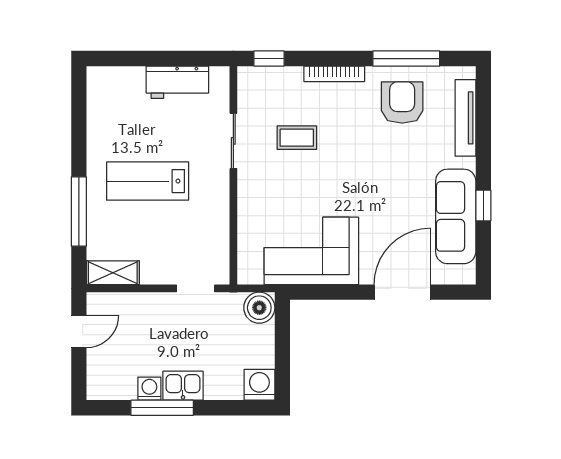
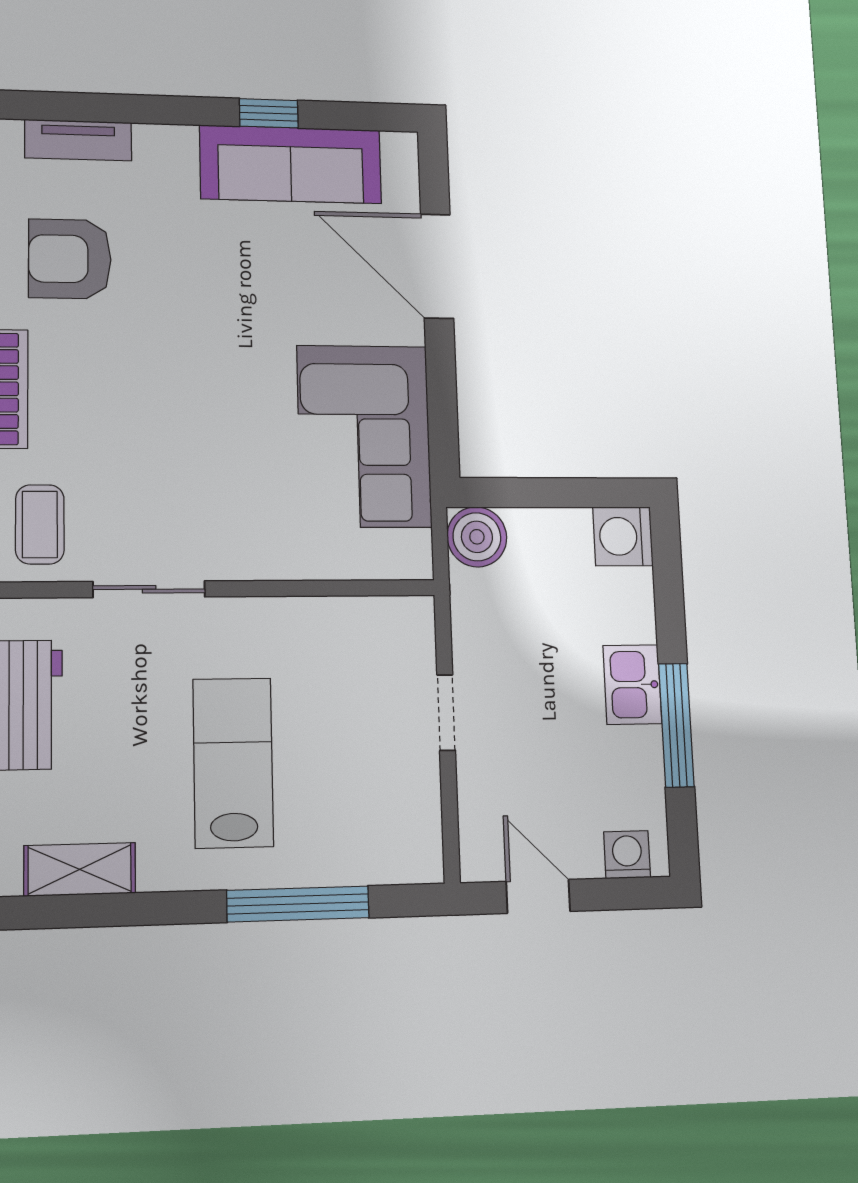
tv unit: (465, 118) -> (78, 140), width x0.71
coffee table: (297, 138) -> (40, 524), moved
lab bench: (148, 181) -> (233, 763), turned 180
shelving: (113, 273) -> (80, 869), moved, turned 90
doorway: (196, 288) -> (446, 713), moved
washing machine: (149, 389) -> (627, 855), moved, turned 90

